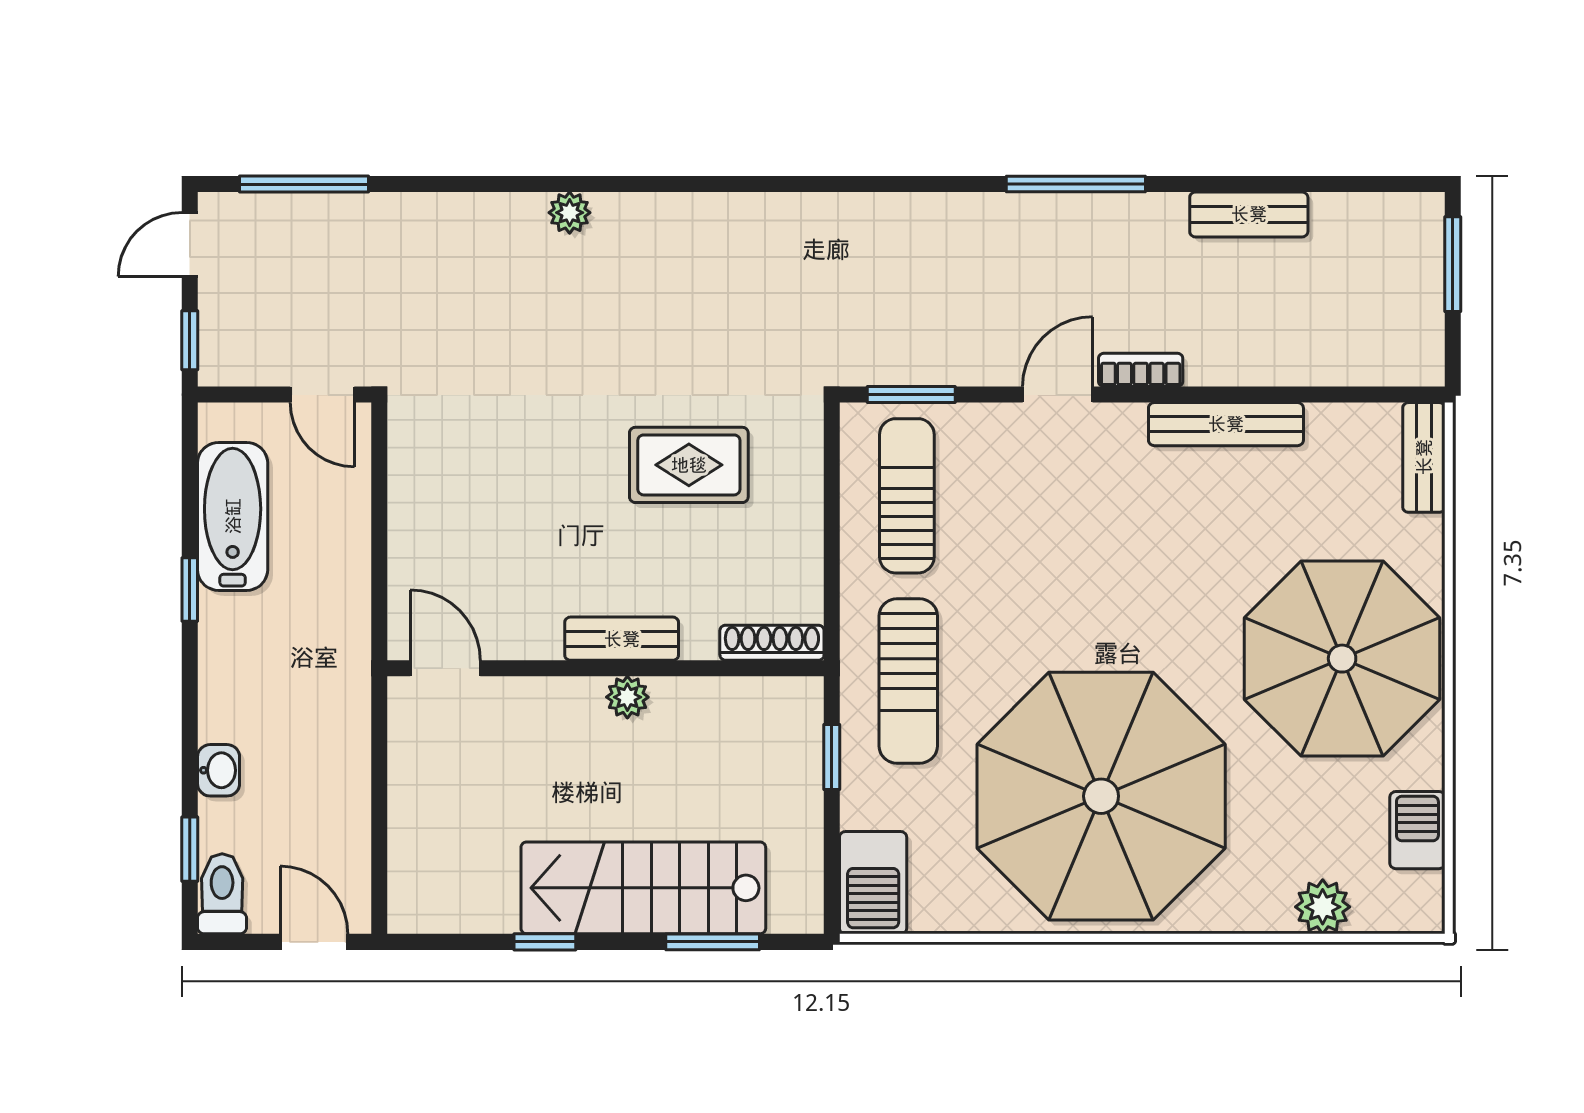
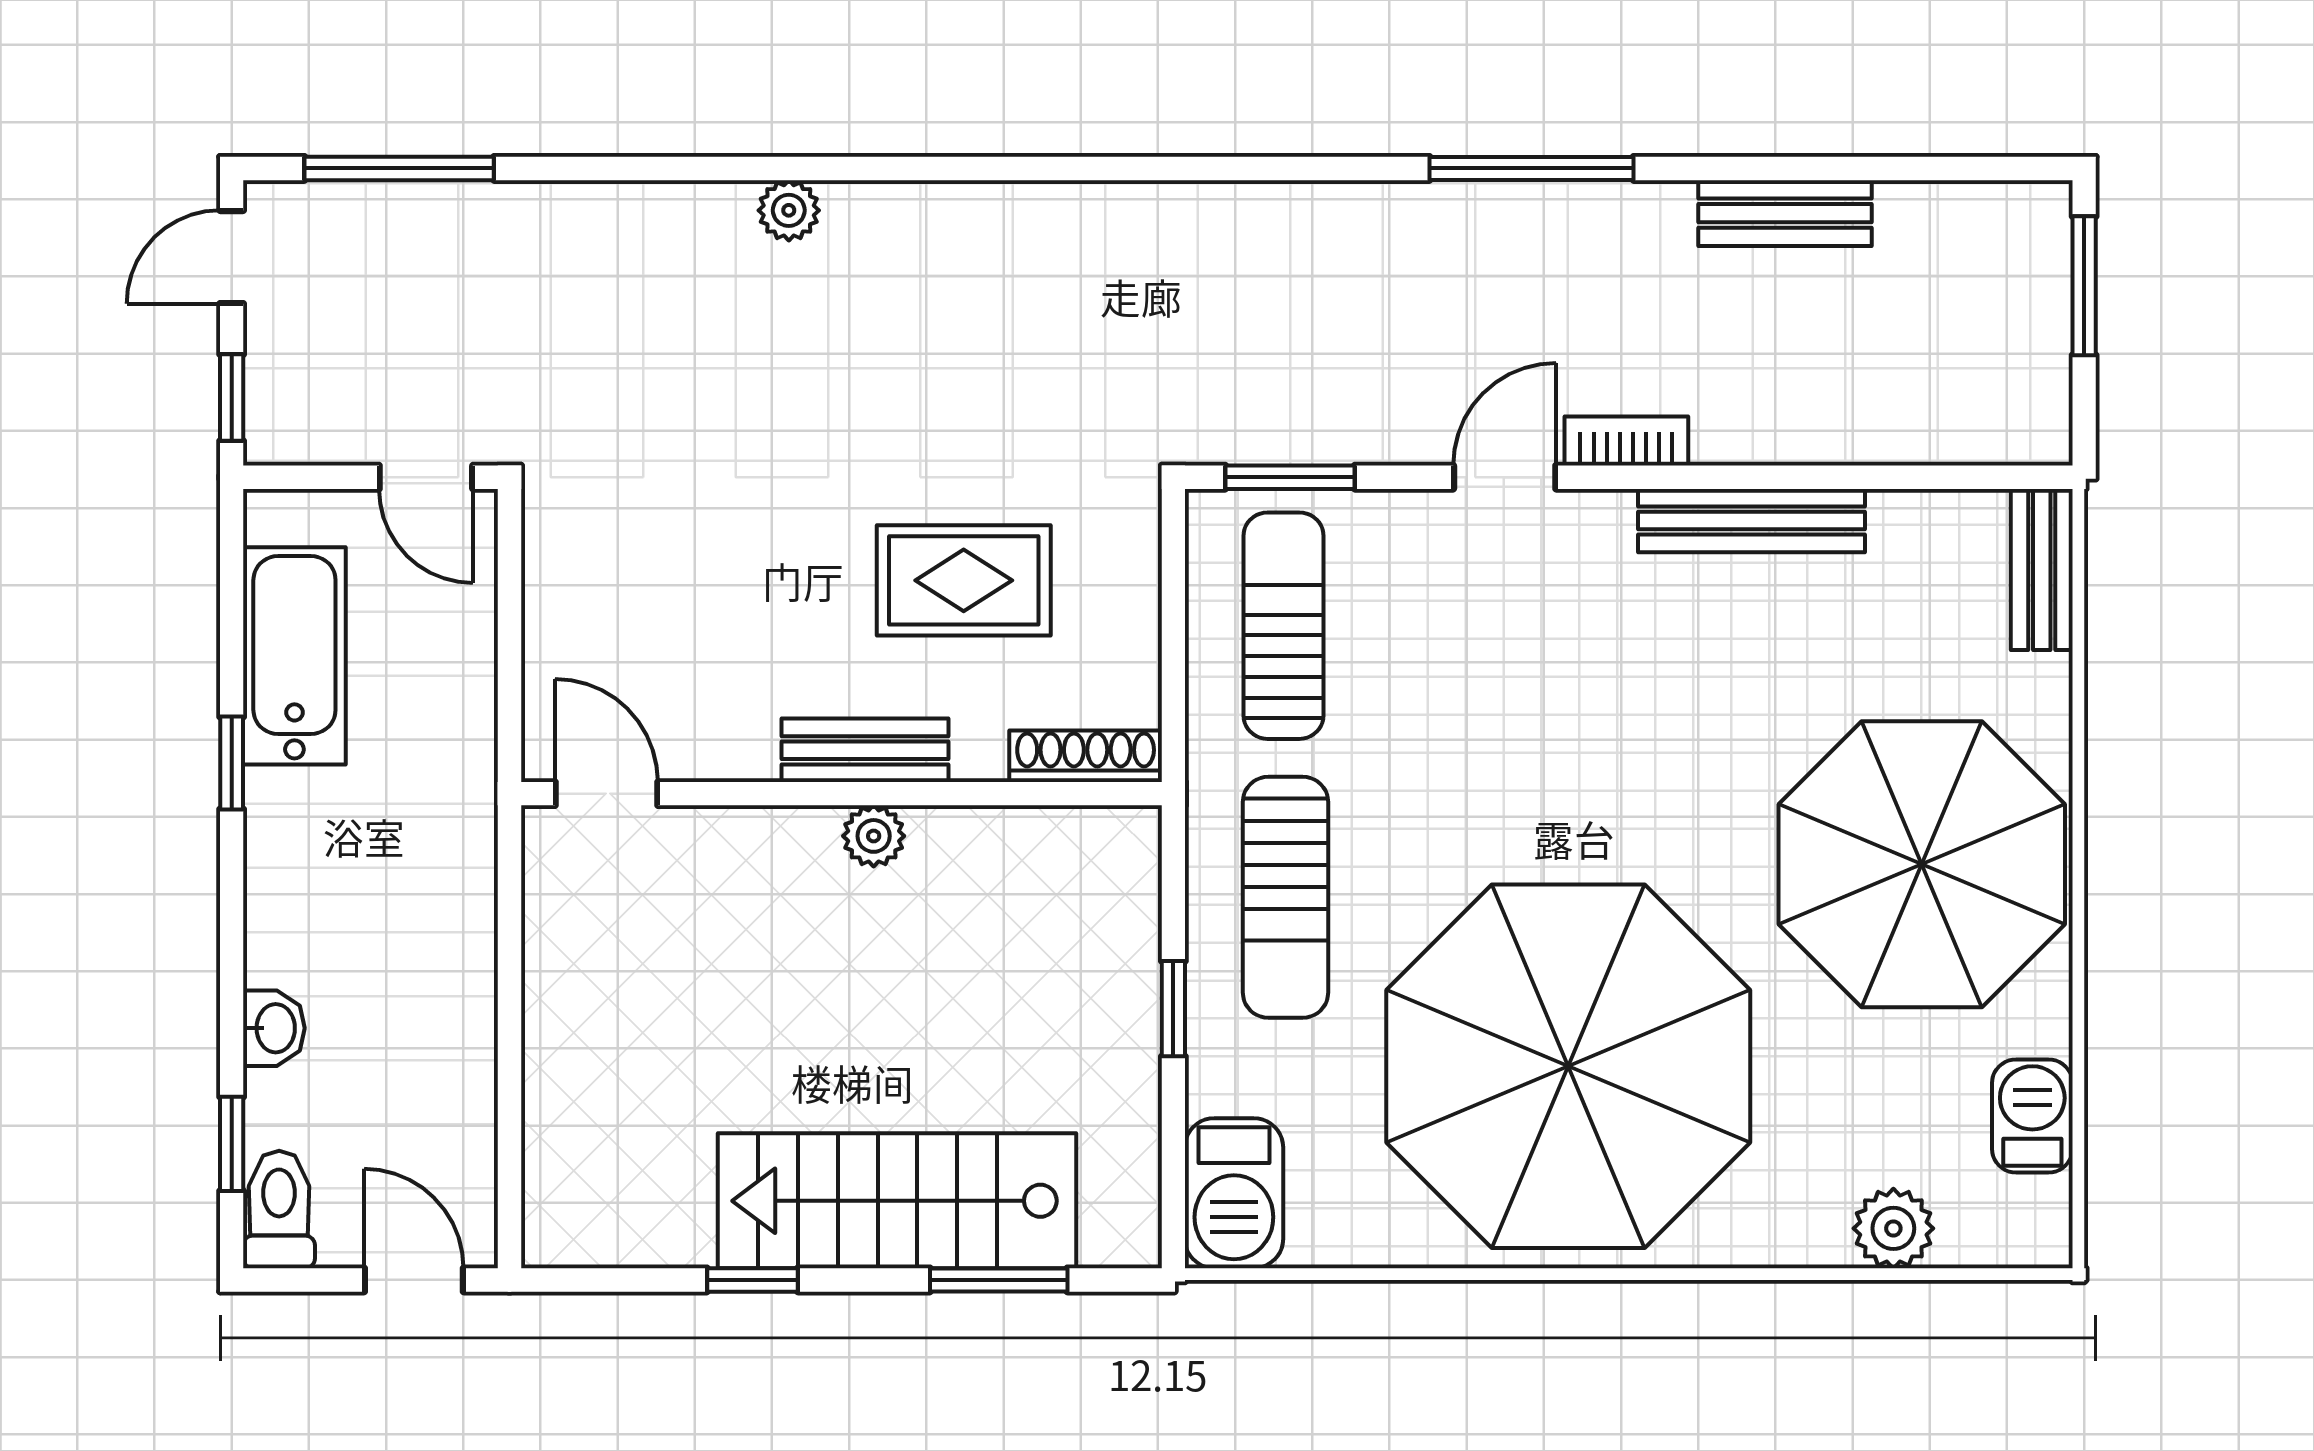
bench: (622, 639) -> (865, 750), moved
shoe rack: (772, 643) -> (1086, 756), moved
door: (445, 668) -> (606, 794), moved
wall: (605, 668) -> (841, 794), moved
plant: (627, 697) -> (874, 836), moved

